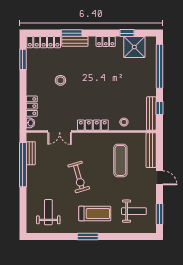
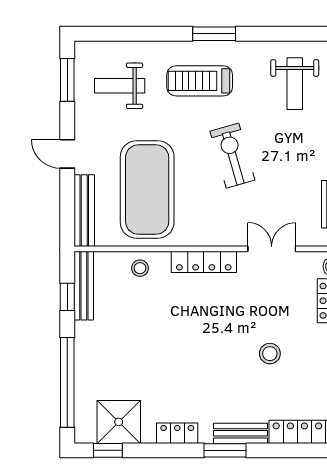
window: (72, 33) -> (225, 450), moved
window: (127, 33) -> (108, 450), moved
exercise mat: (120, 160) -> (147, 189), width x2.00, depth x1.45

